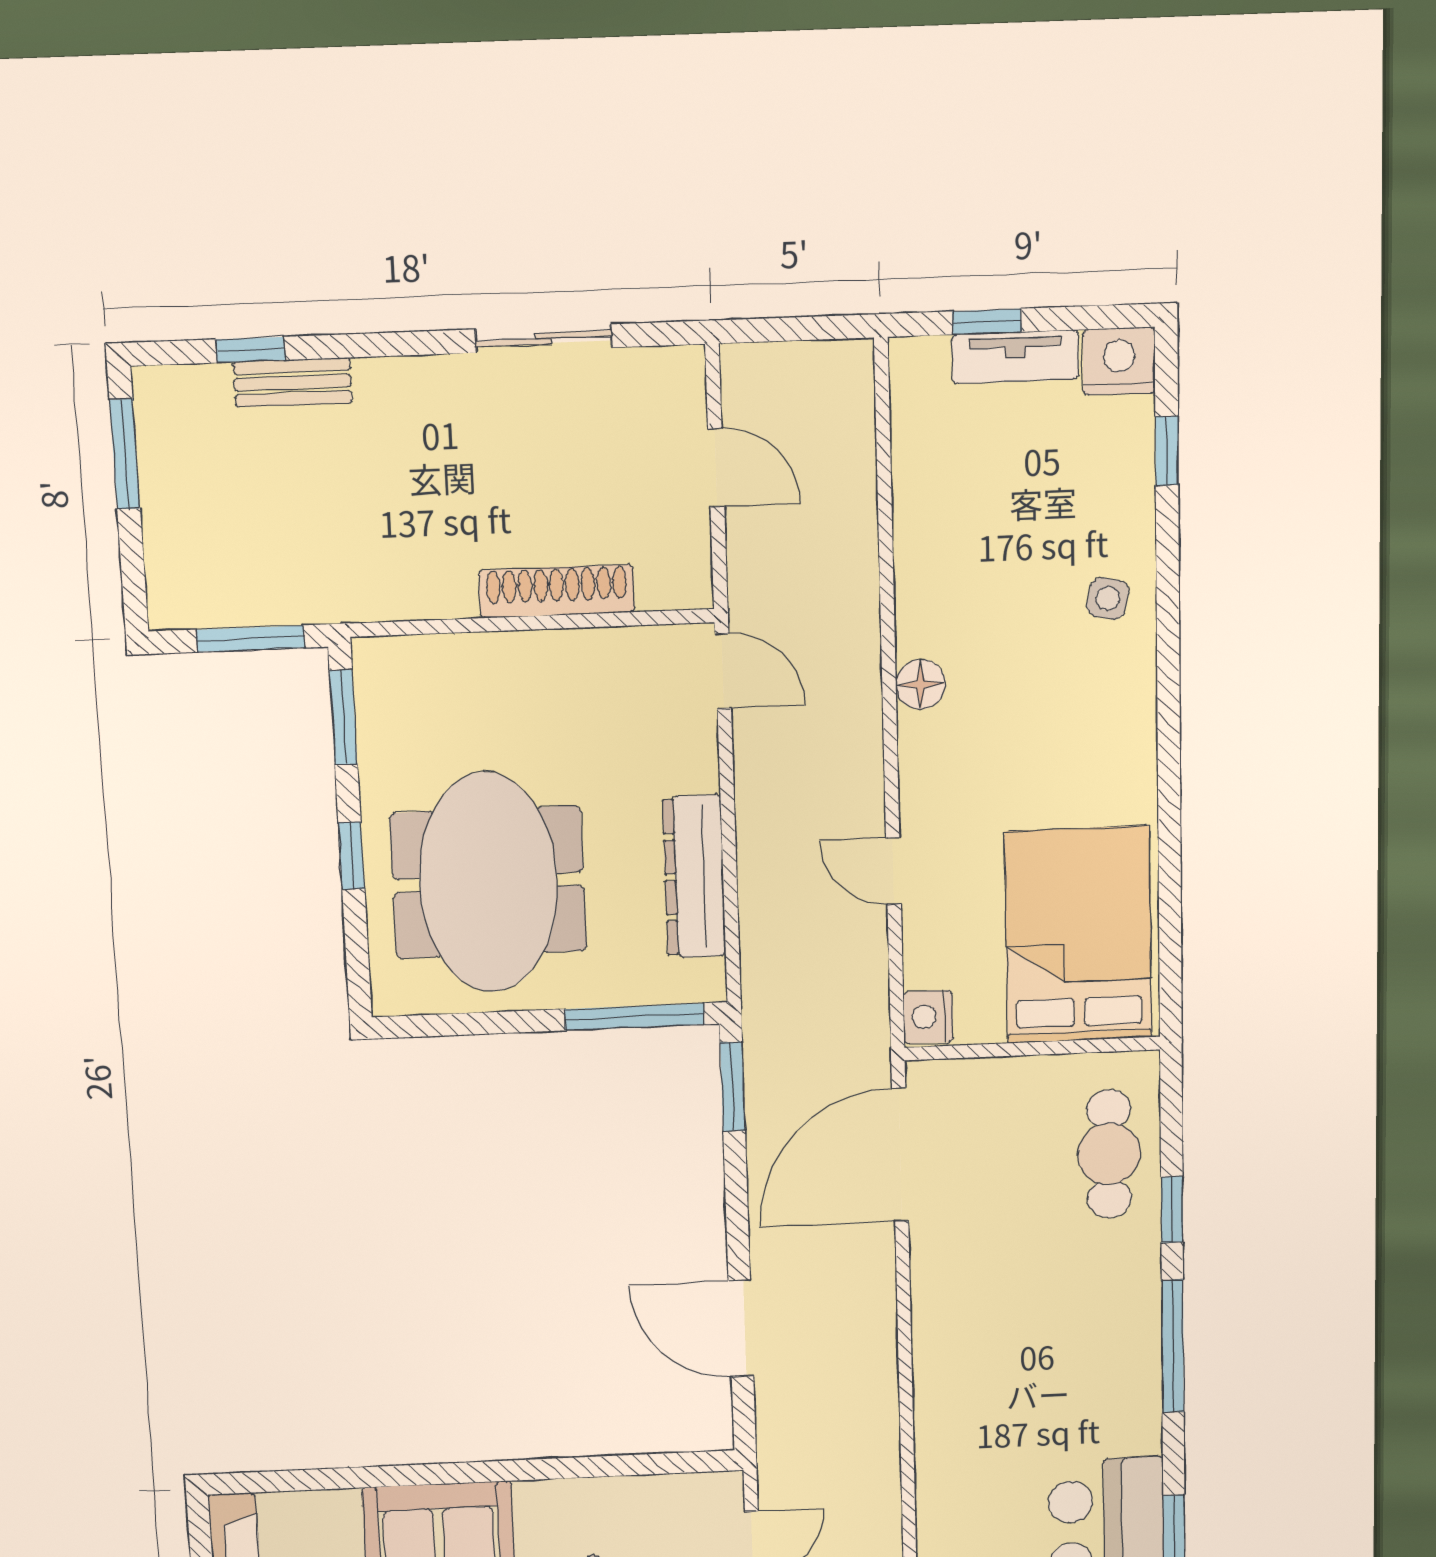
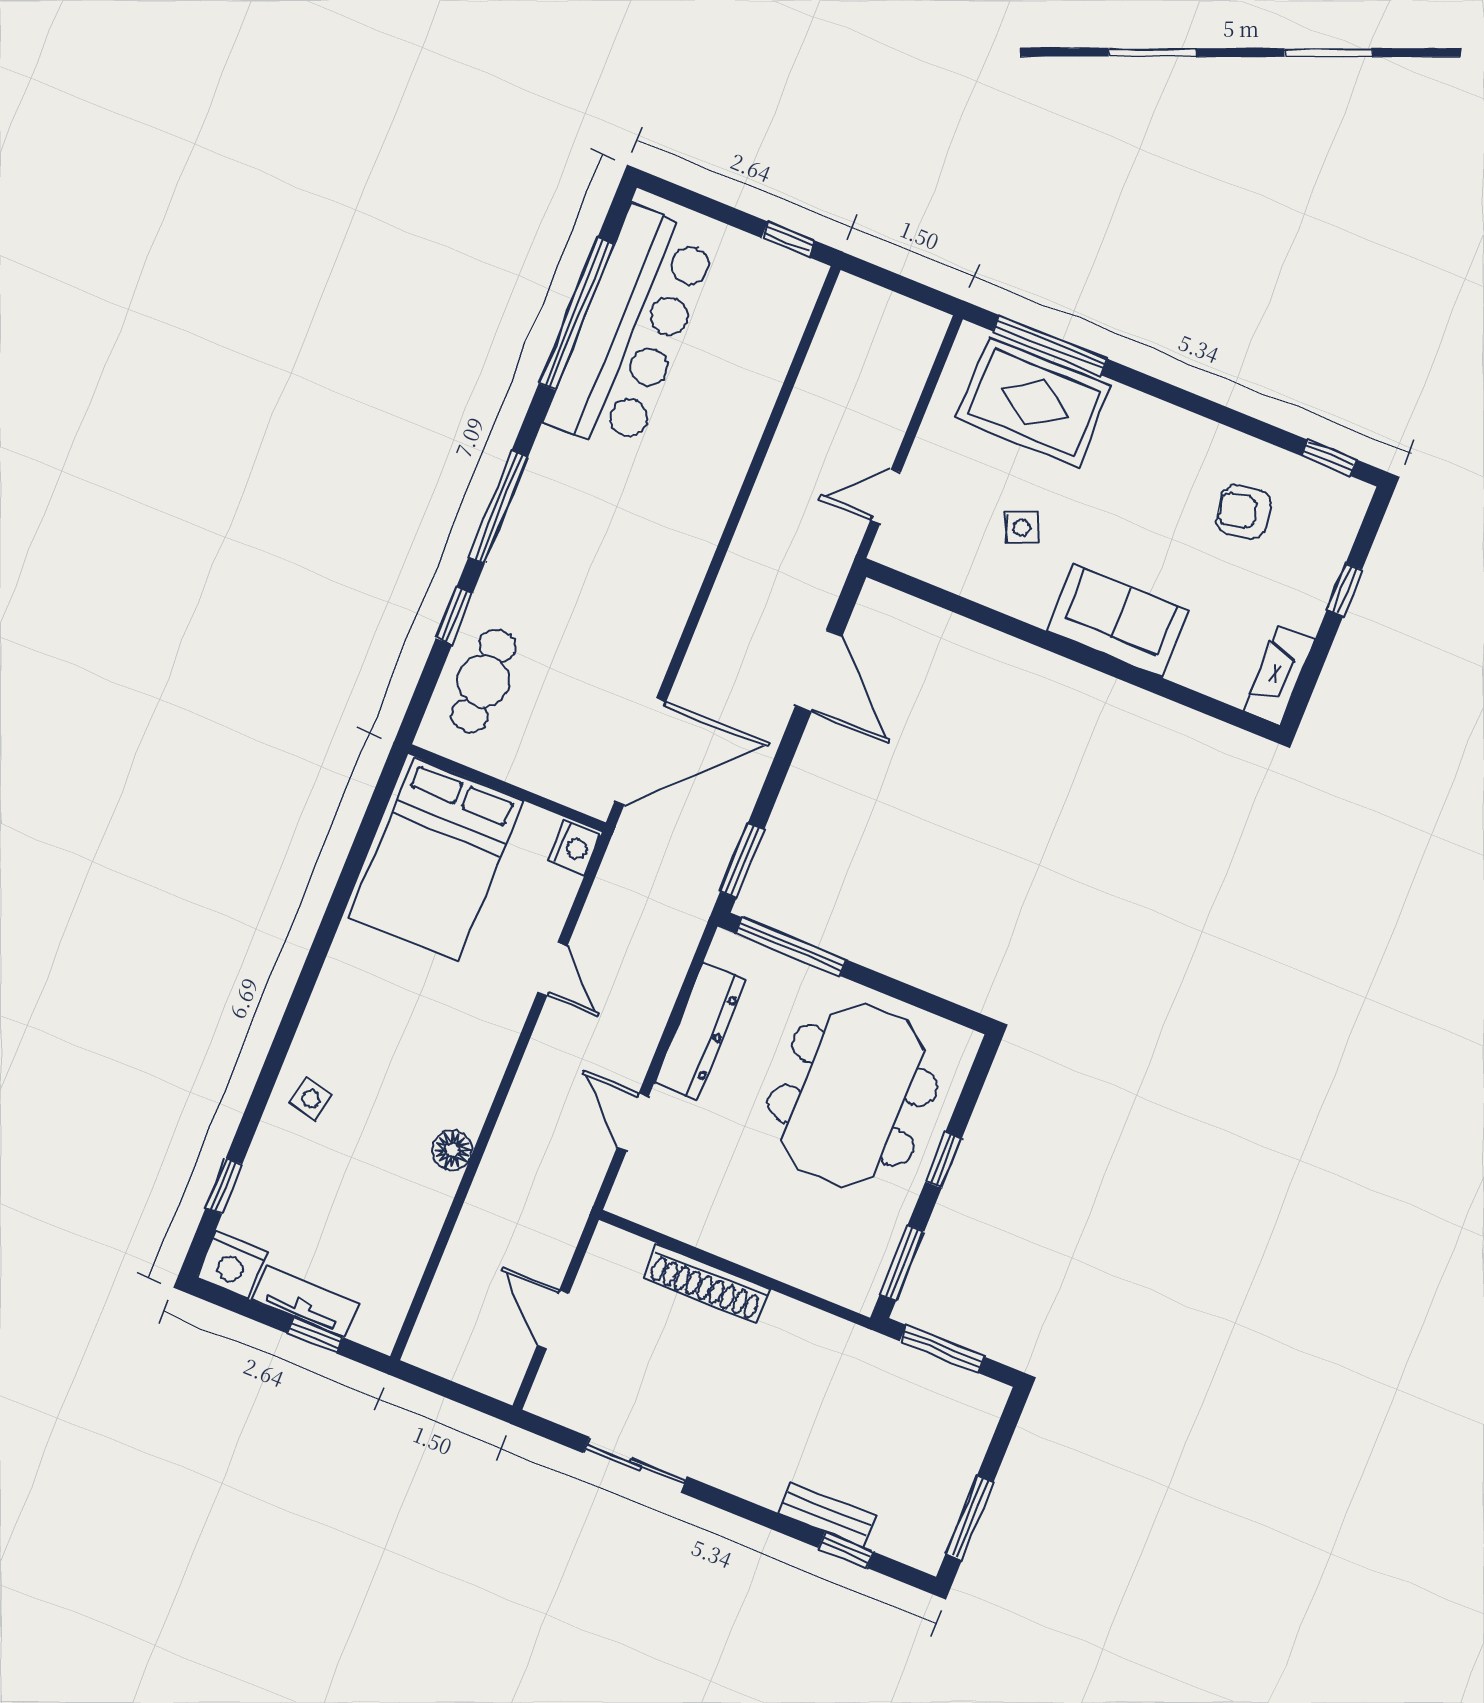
door: (723, 671) -> (633, 1122), moved
floor lamp: (921, 684) -> (452, 1150), moved

